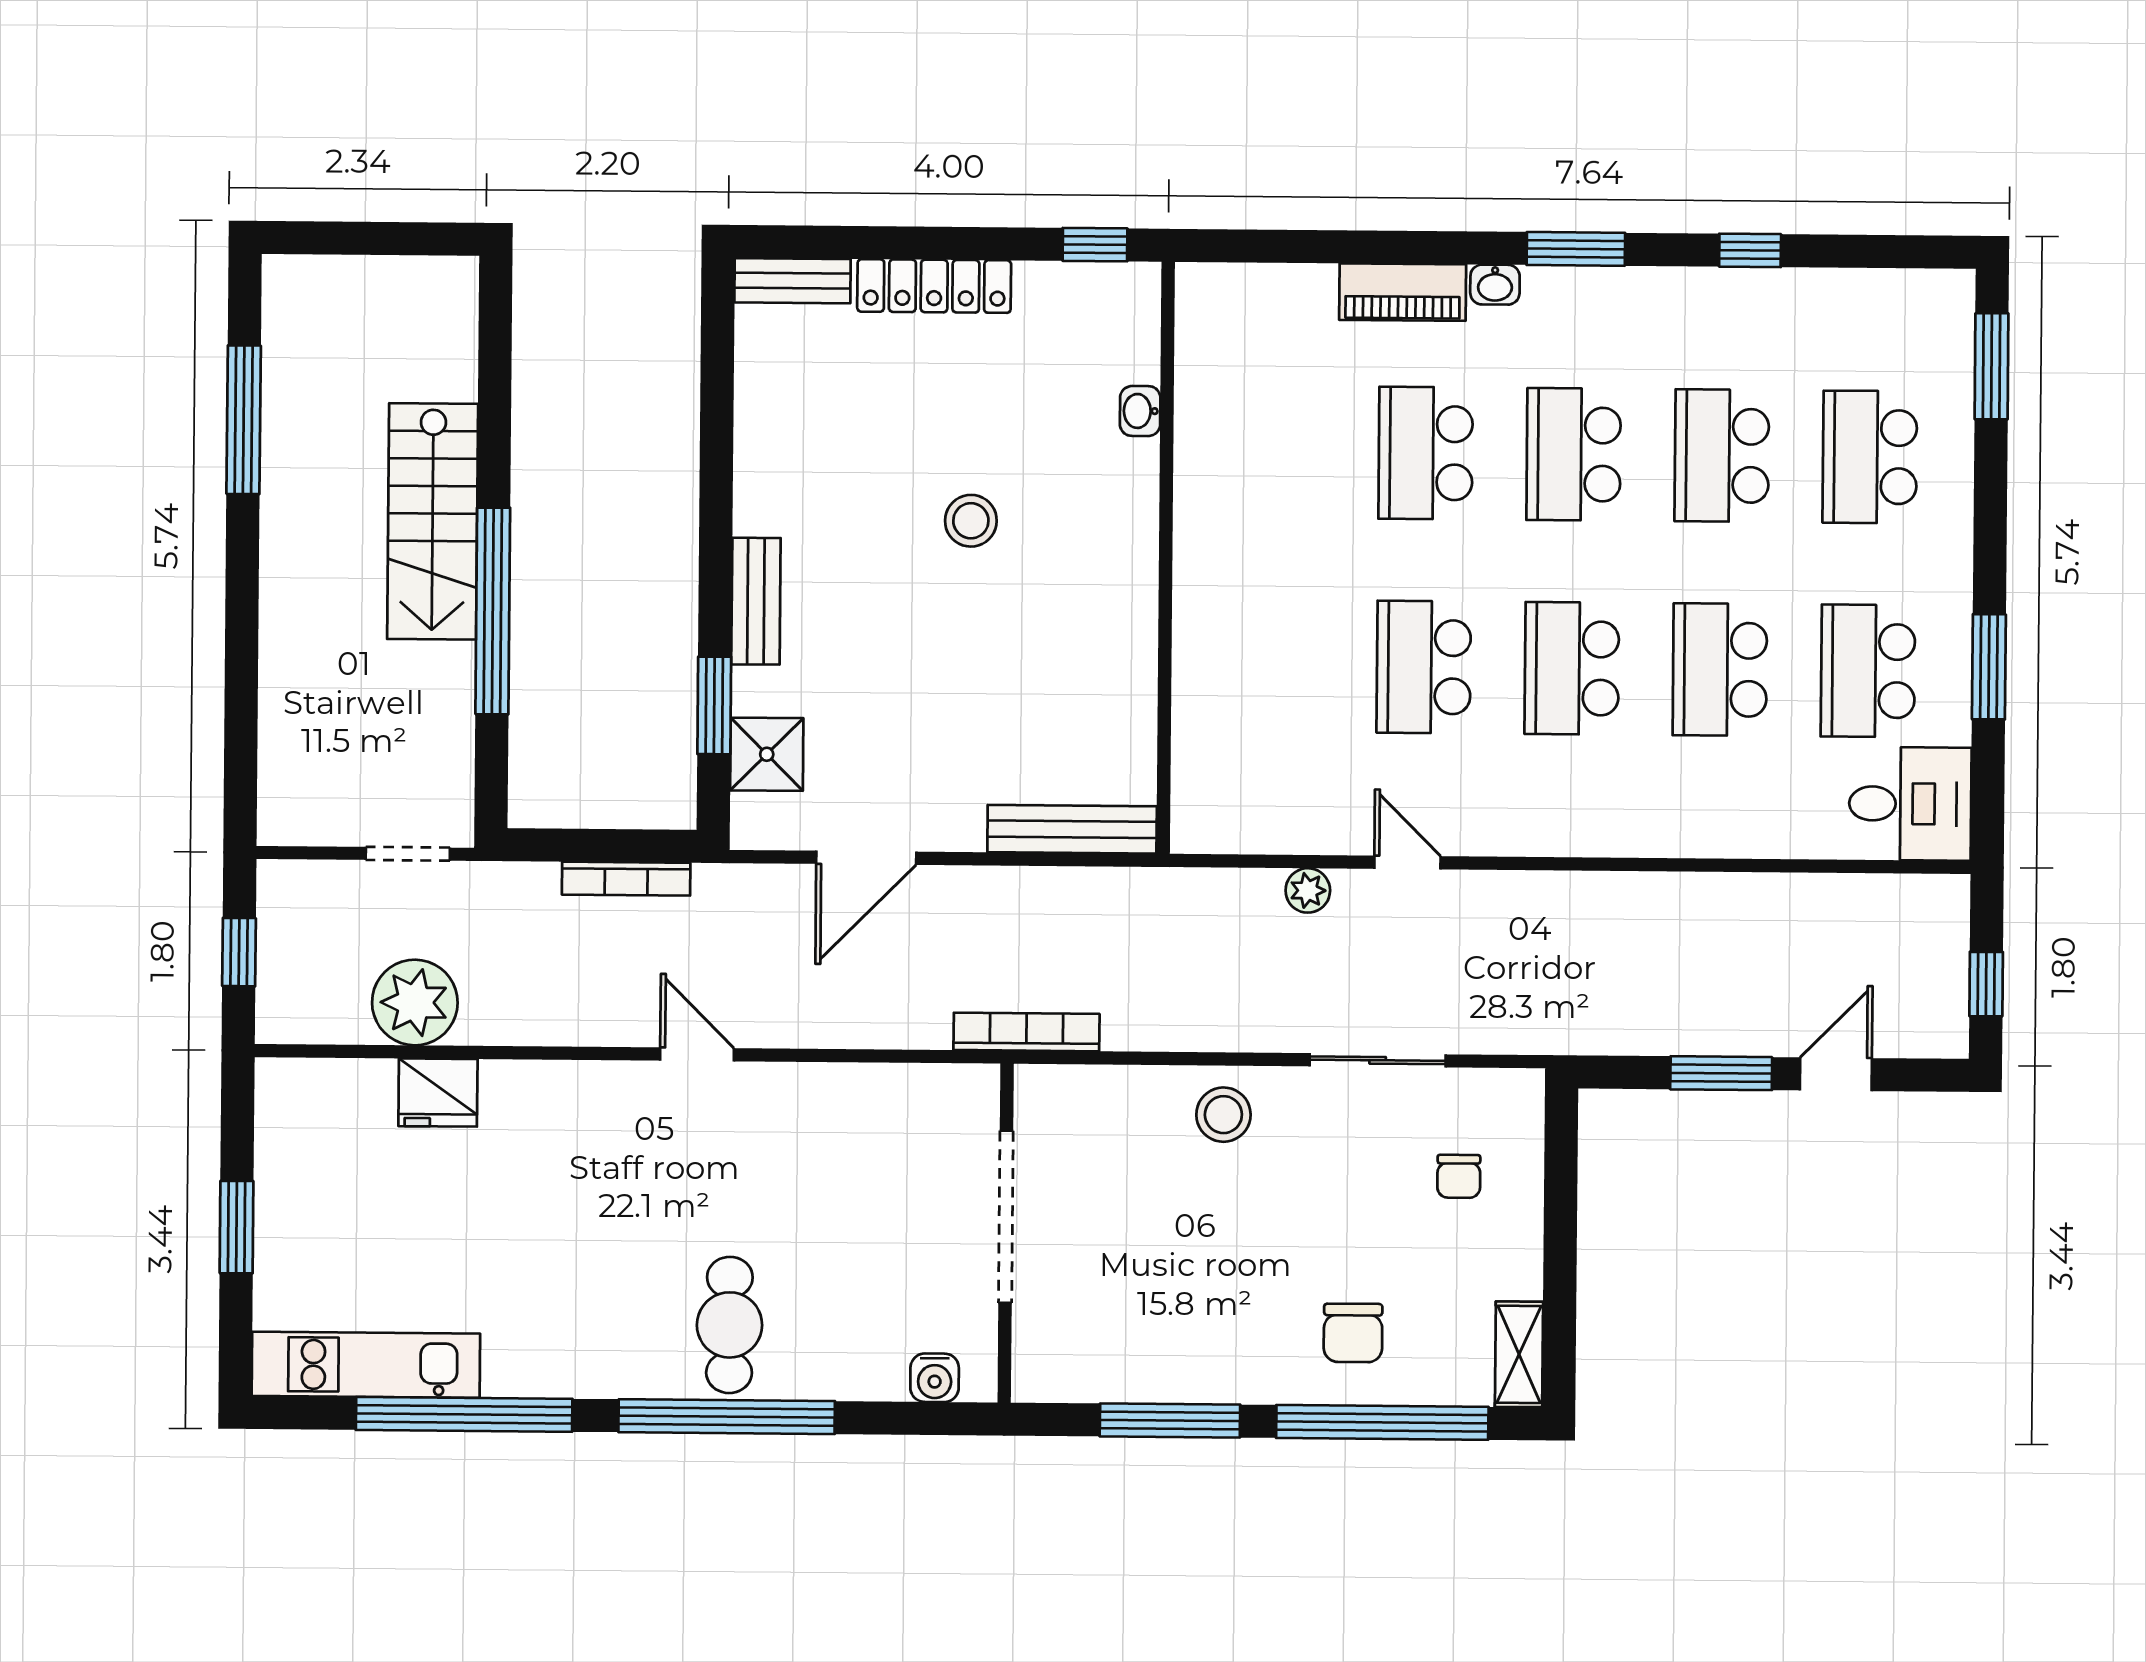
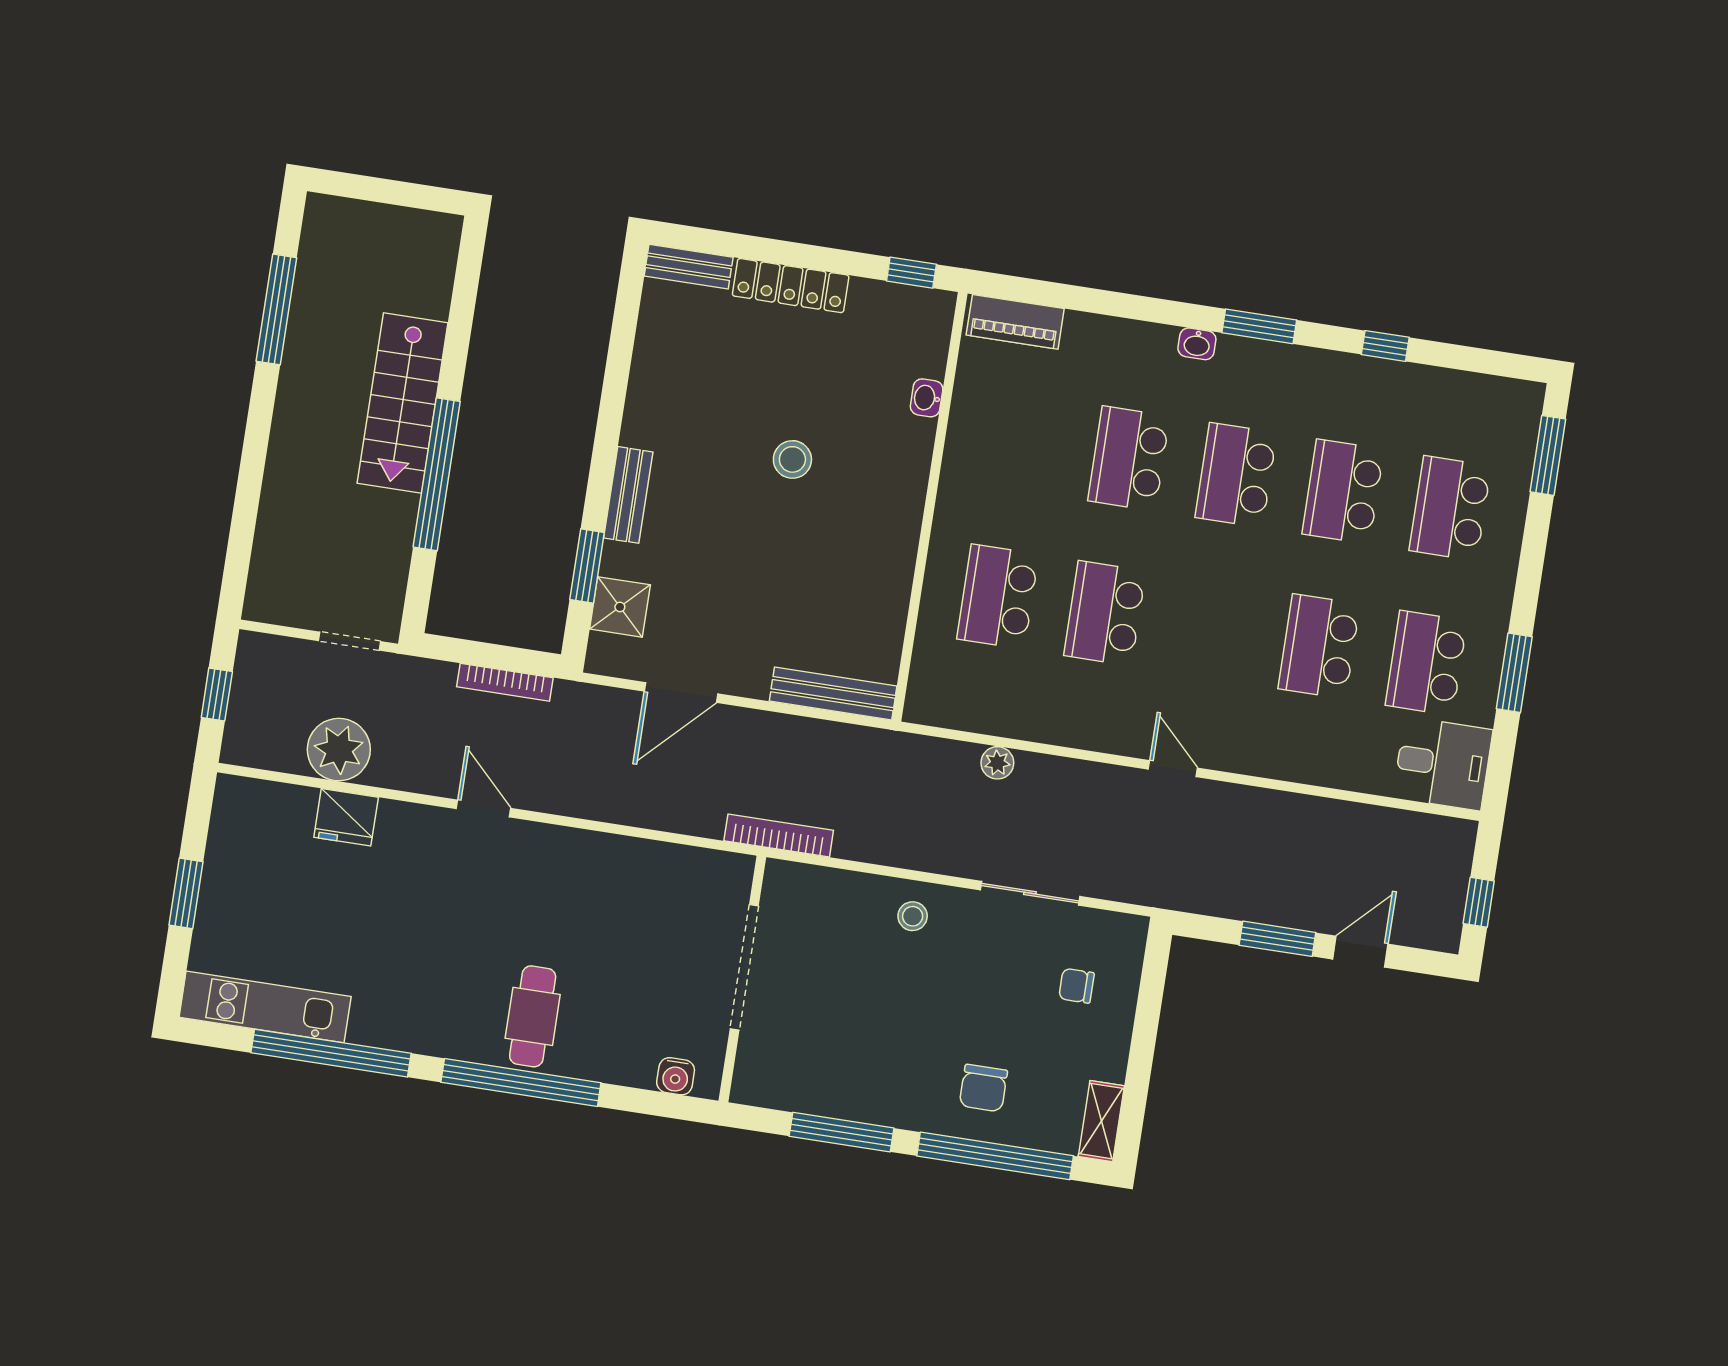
piano: (1403, 292) -> (1015, 322), moved
school desk: (1572, 668) -> (998, 597), moved
door: (1407, 862) -> (1173, 769), moved
door: (697, 1054) -> (483, 809), moved
stool: (1223, 1115) -> (913, 916), width x0.73, depth x0.73
chair: (1459, 1176) -> (1076, 986), turned 90

